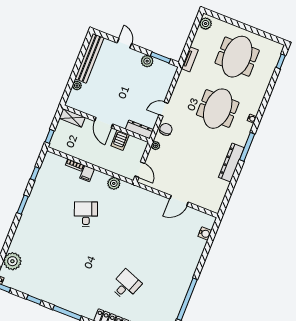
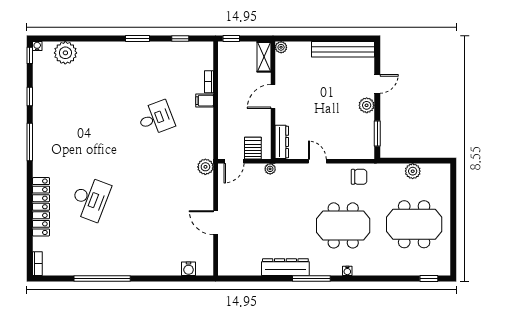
plant: (206, 24) -> (413, 171), moved
tv unit: (190, 59) -> (389, 169), removed
plant: (147, 61) -> (367, 105), moved
plant: (77, 86) -> (281, 47), moved
chair: (166, 129) -> (359, 177), moved
server rack: (120, 140) -> (253, 148), moved, turned 90
plant: (114, 183) -> (205, 167), moved
desk: (126, 285) -> (90, 199), width x1.37

